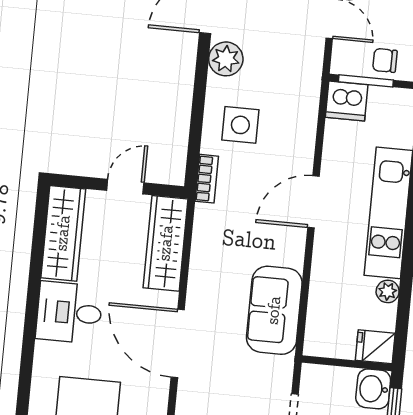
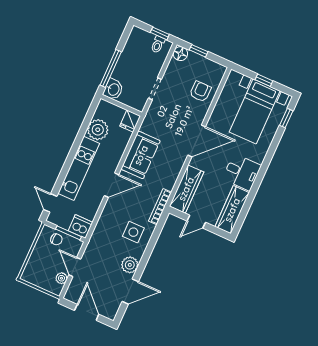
bookcase: (207, 179) -> (160, 207), width x1.56
plant: (388, 291) -> (98, 130), width x1.88, depth x1.88
sofa: (274, 310) -> (141, 155), moved
door: (178, 344) -> (197, 141), hinge flipped
fridge: (375, 347) -> (130, 121), moved, turned 90

